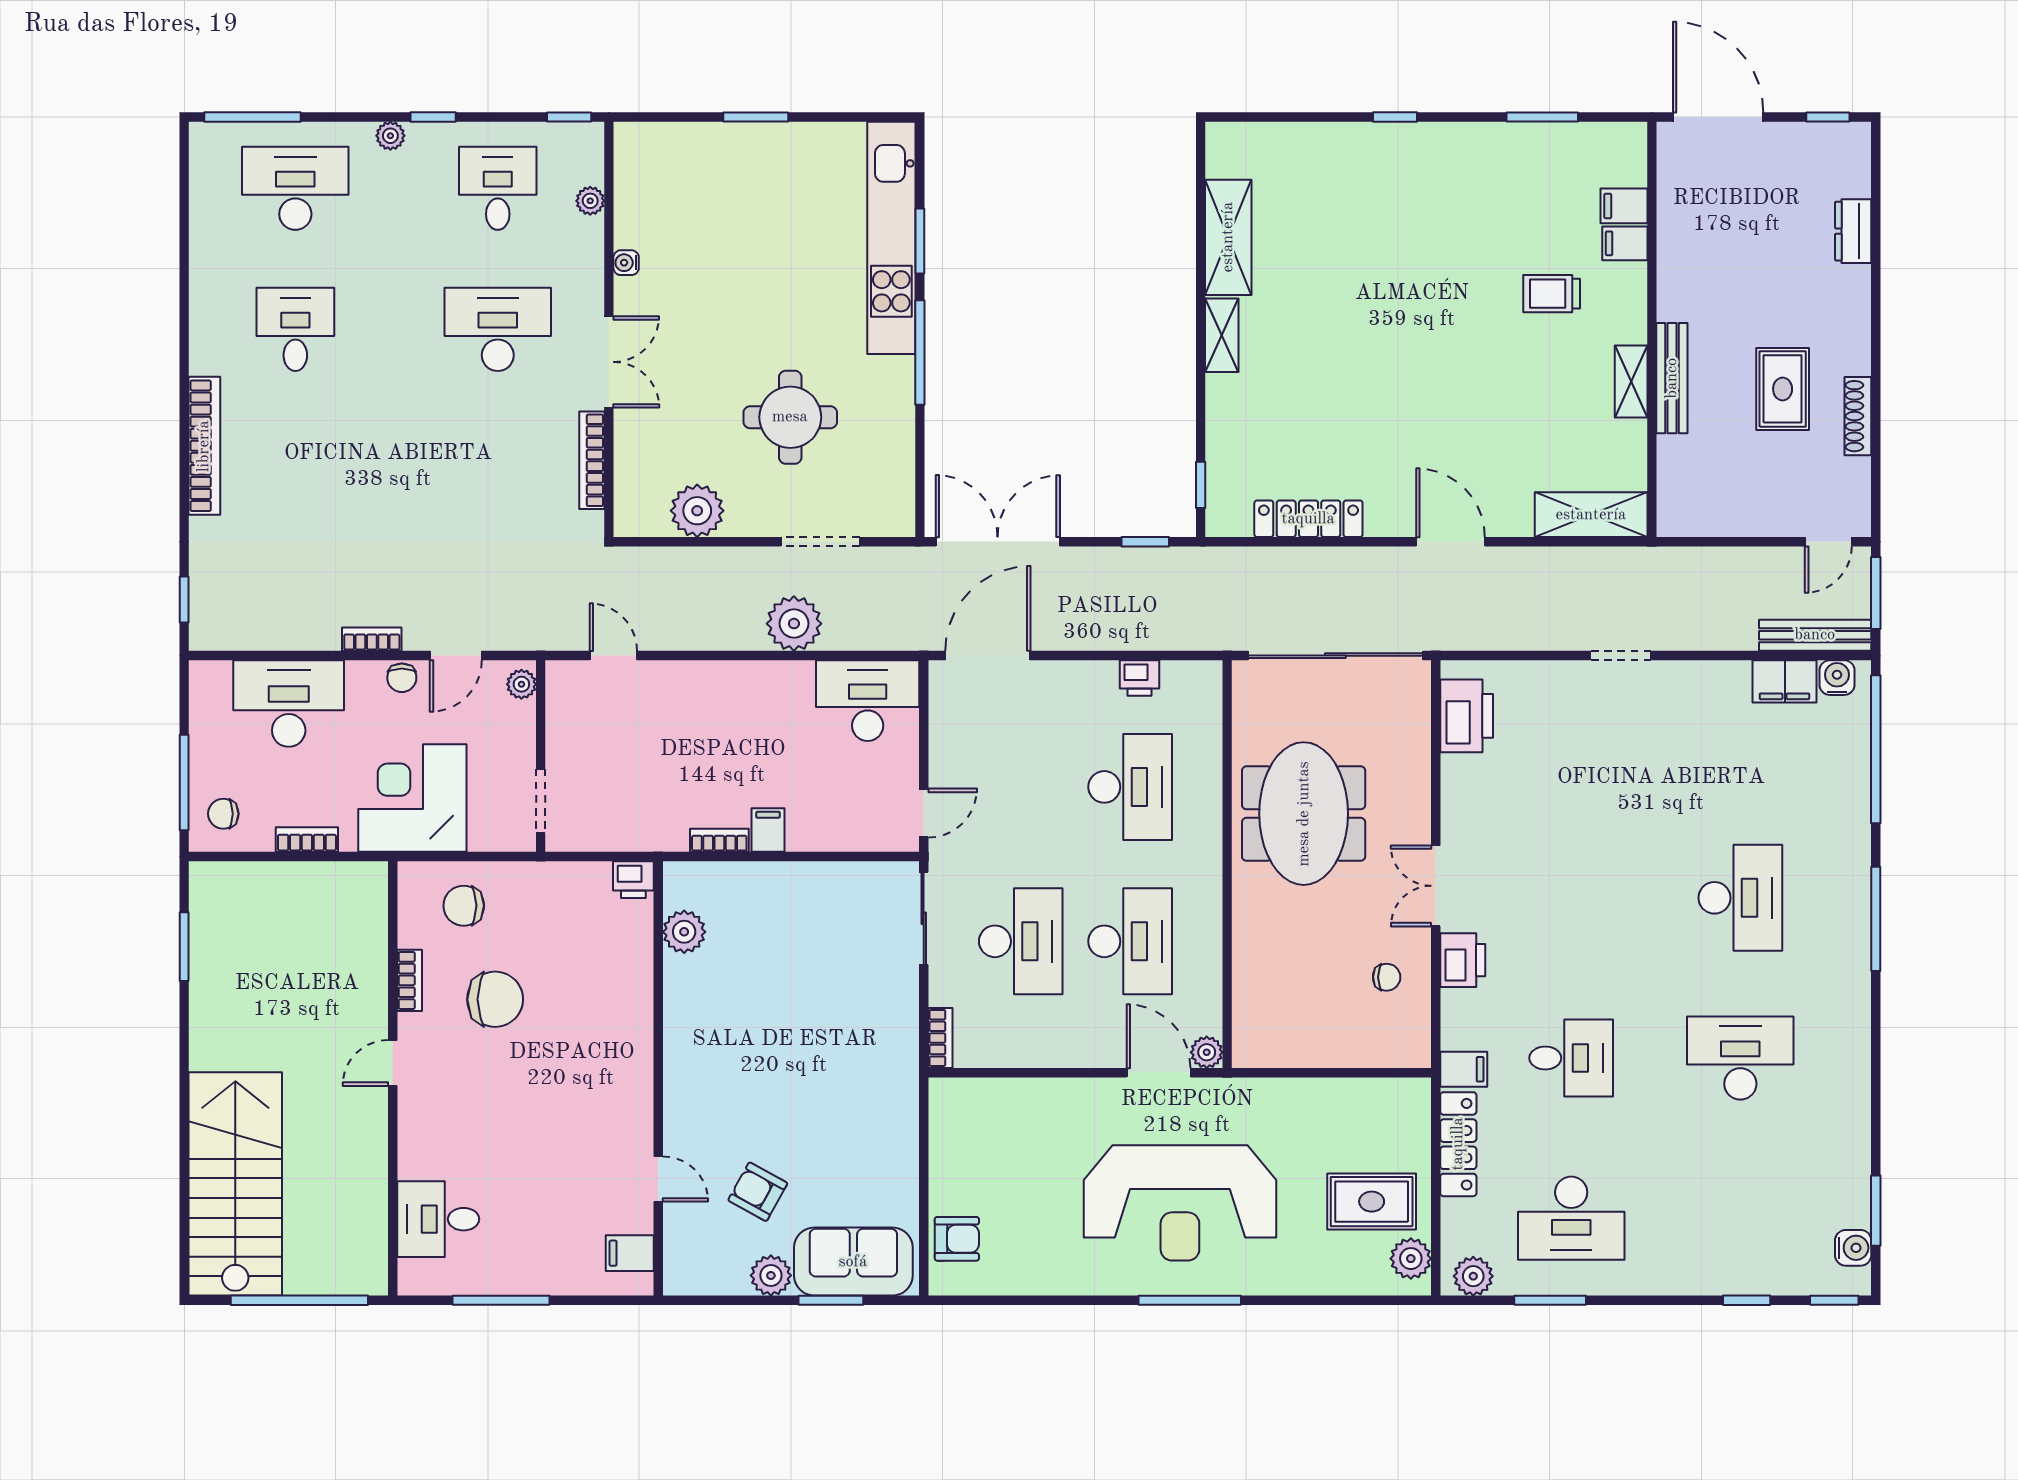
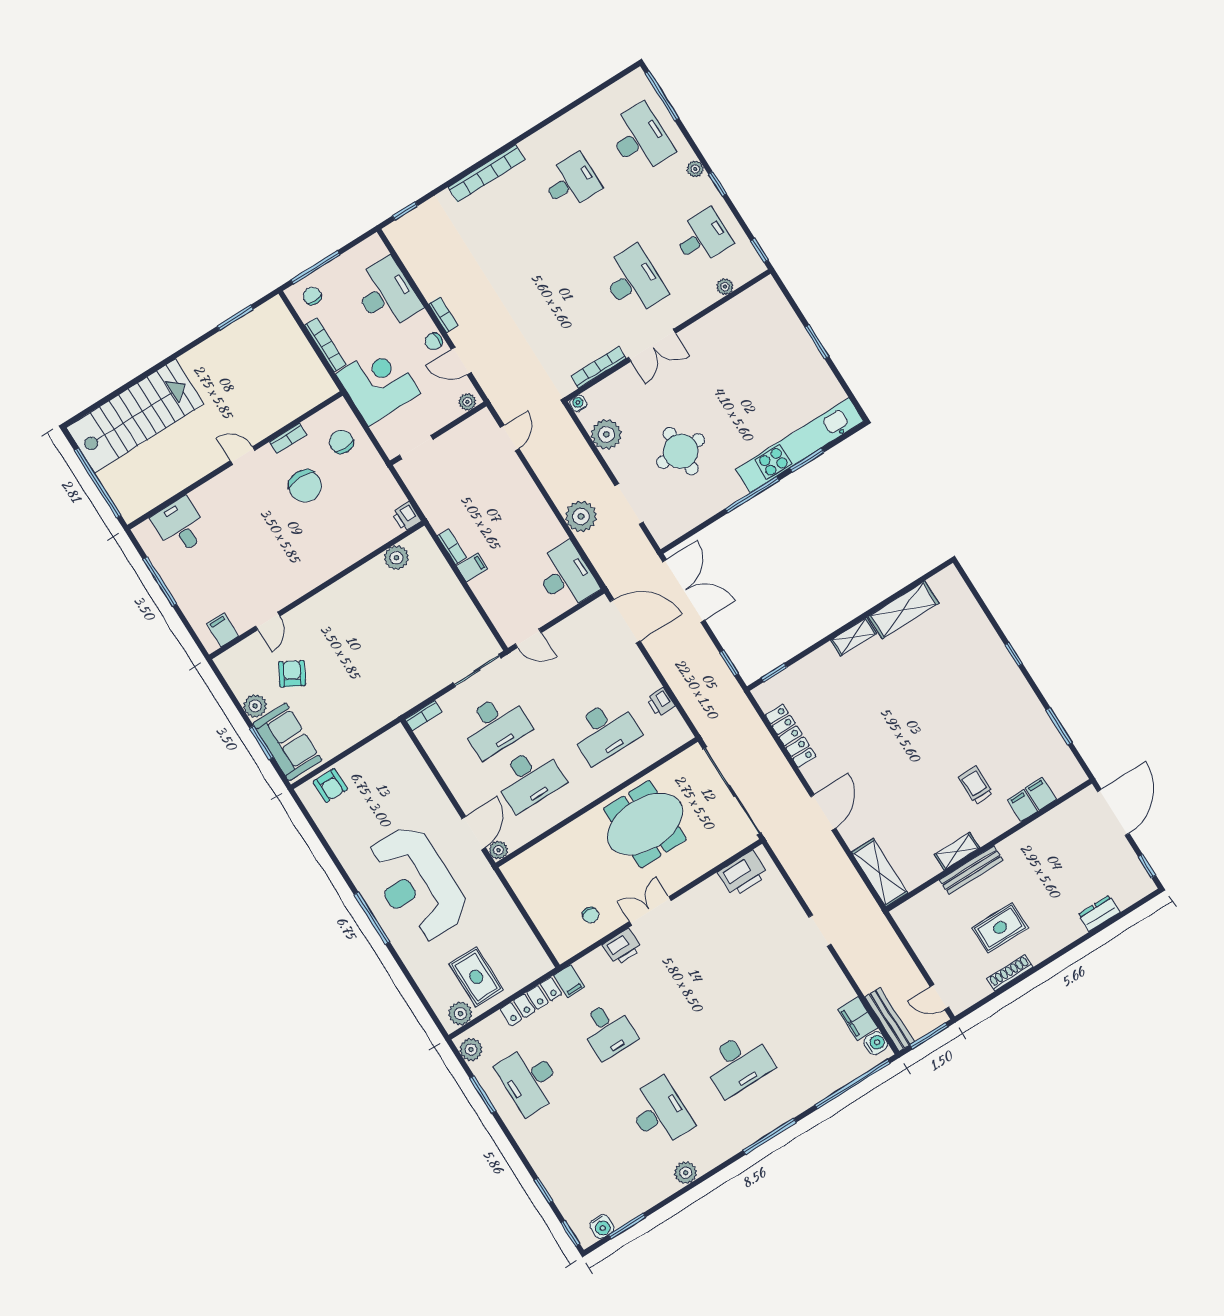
water cooler: (626, 263) -> (578, 403), moved
bookcase: (307, 840) -> (325, 345), width x1.56
plant: (1852, 1075) -> (686, 1173), added

